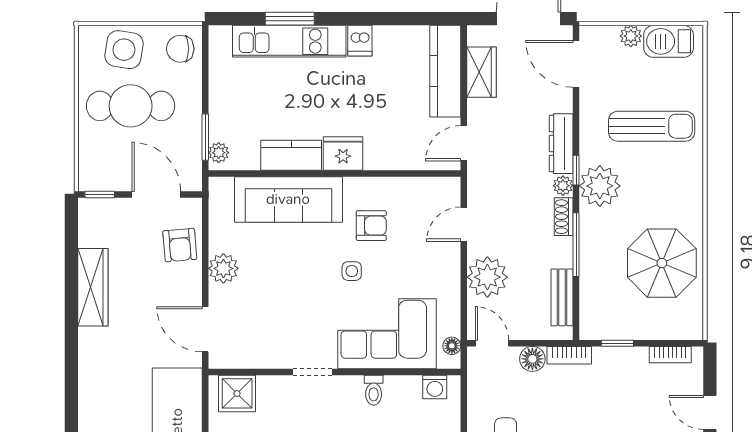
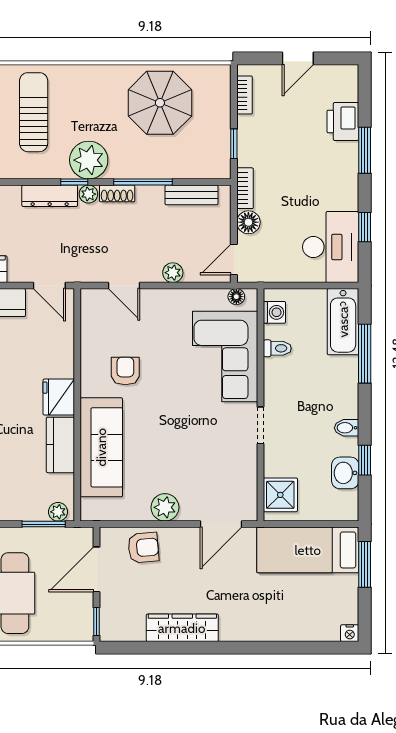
side table: (352, 271) -> (167, 389), removed
plant: (487, 277) -> (173, 273), width x0.53, depth x0.53
toilet: (374, 390) -> (277, 348), moved

